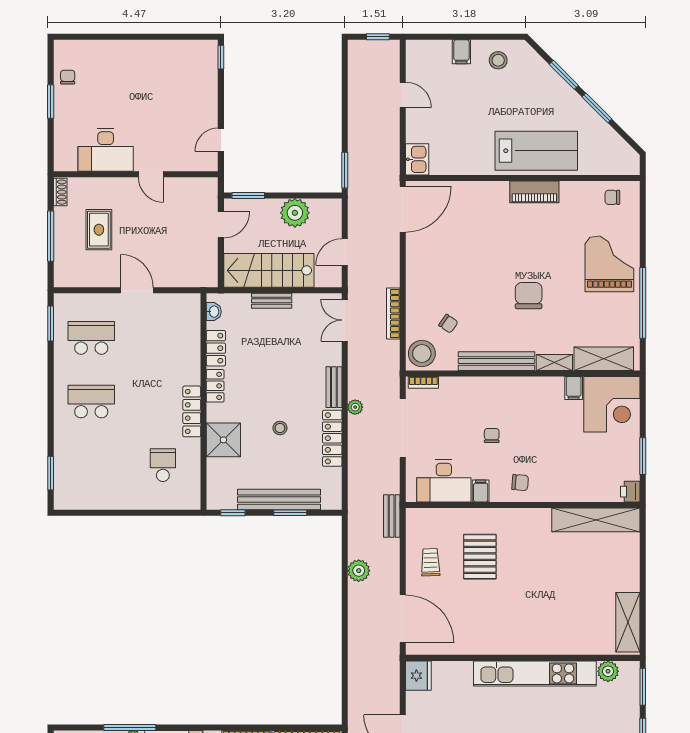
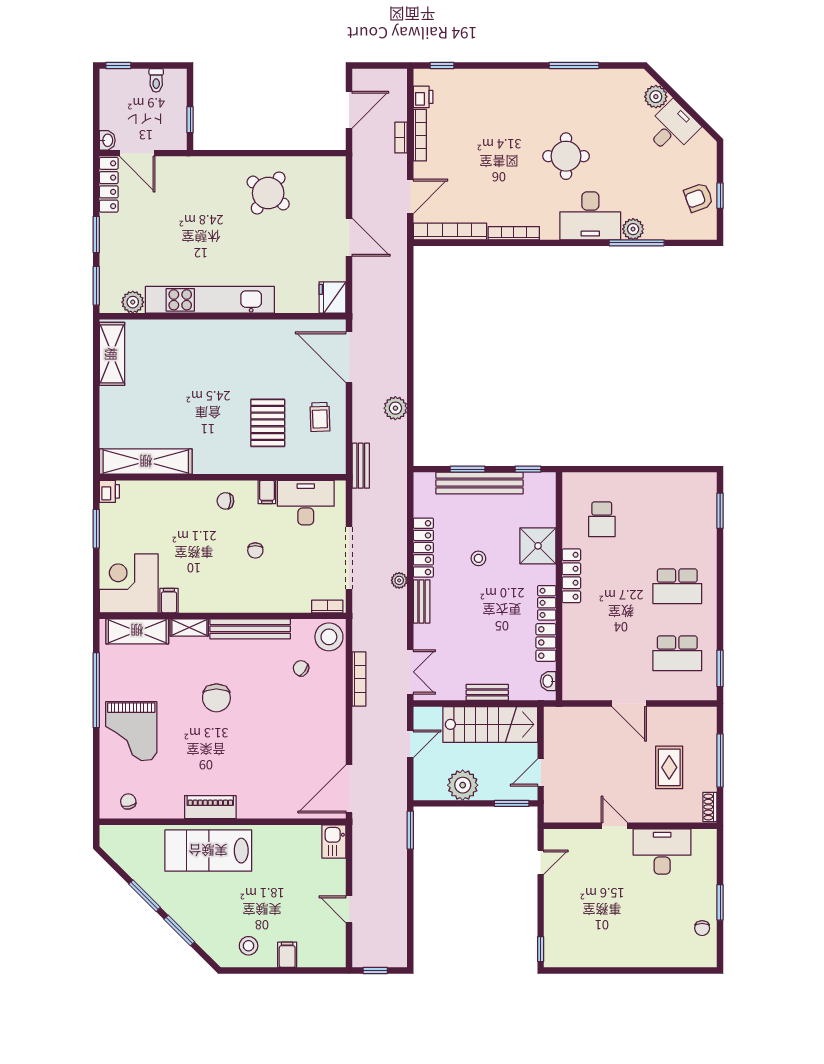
chair: (612, 197) -> (128, 801), turned -103

